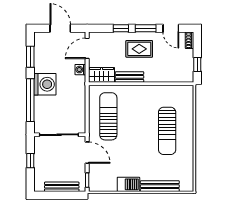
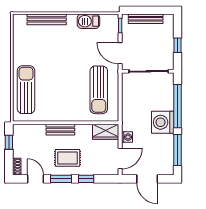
window: (30, 57) -> (177, 150), width x1.44
bench: (129, 77) -> (60, 130), moved
sun lounger: (167, 131) -> (26, 90), moved
barbecue: (128, 184) -> (88, 21), moved

